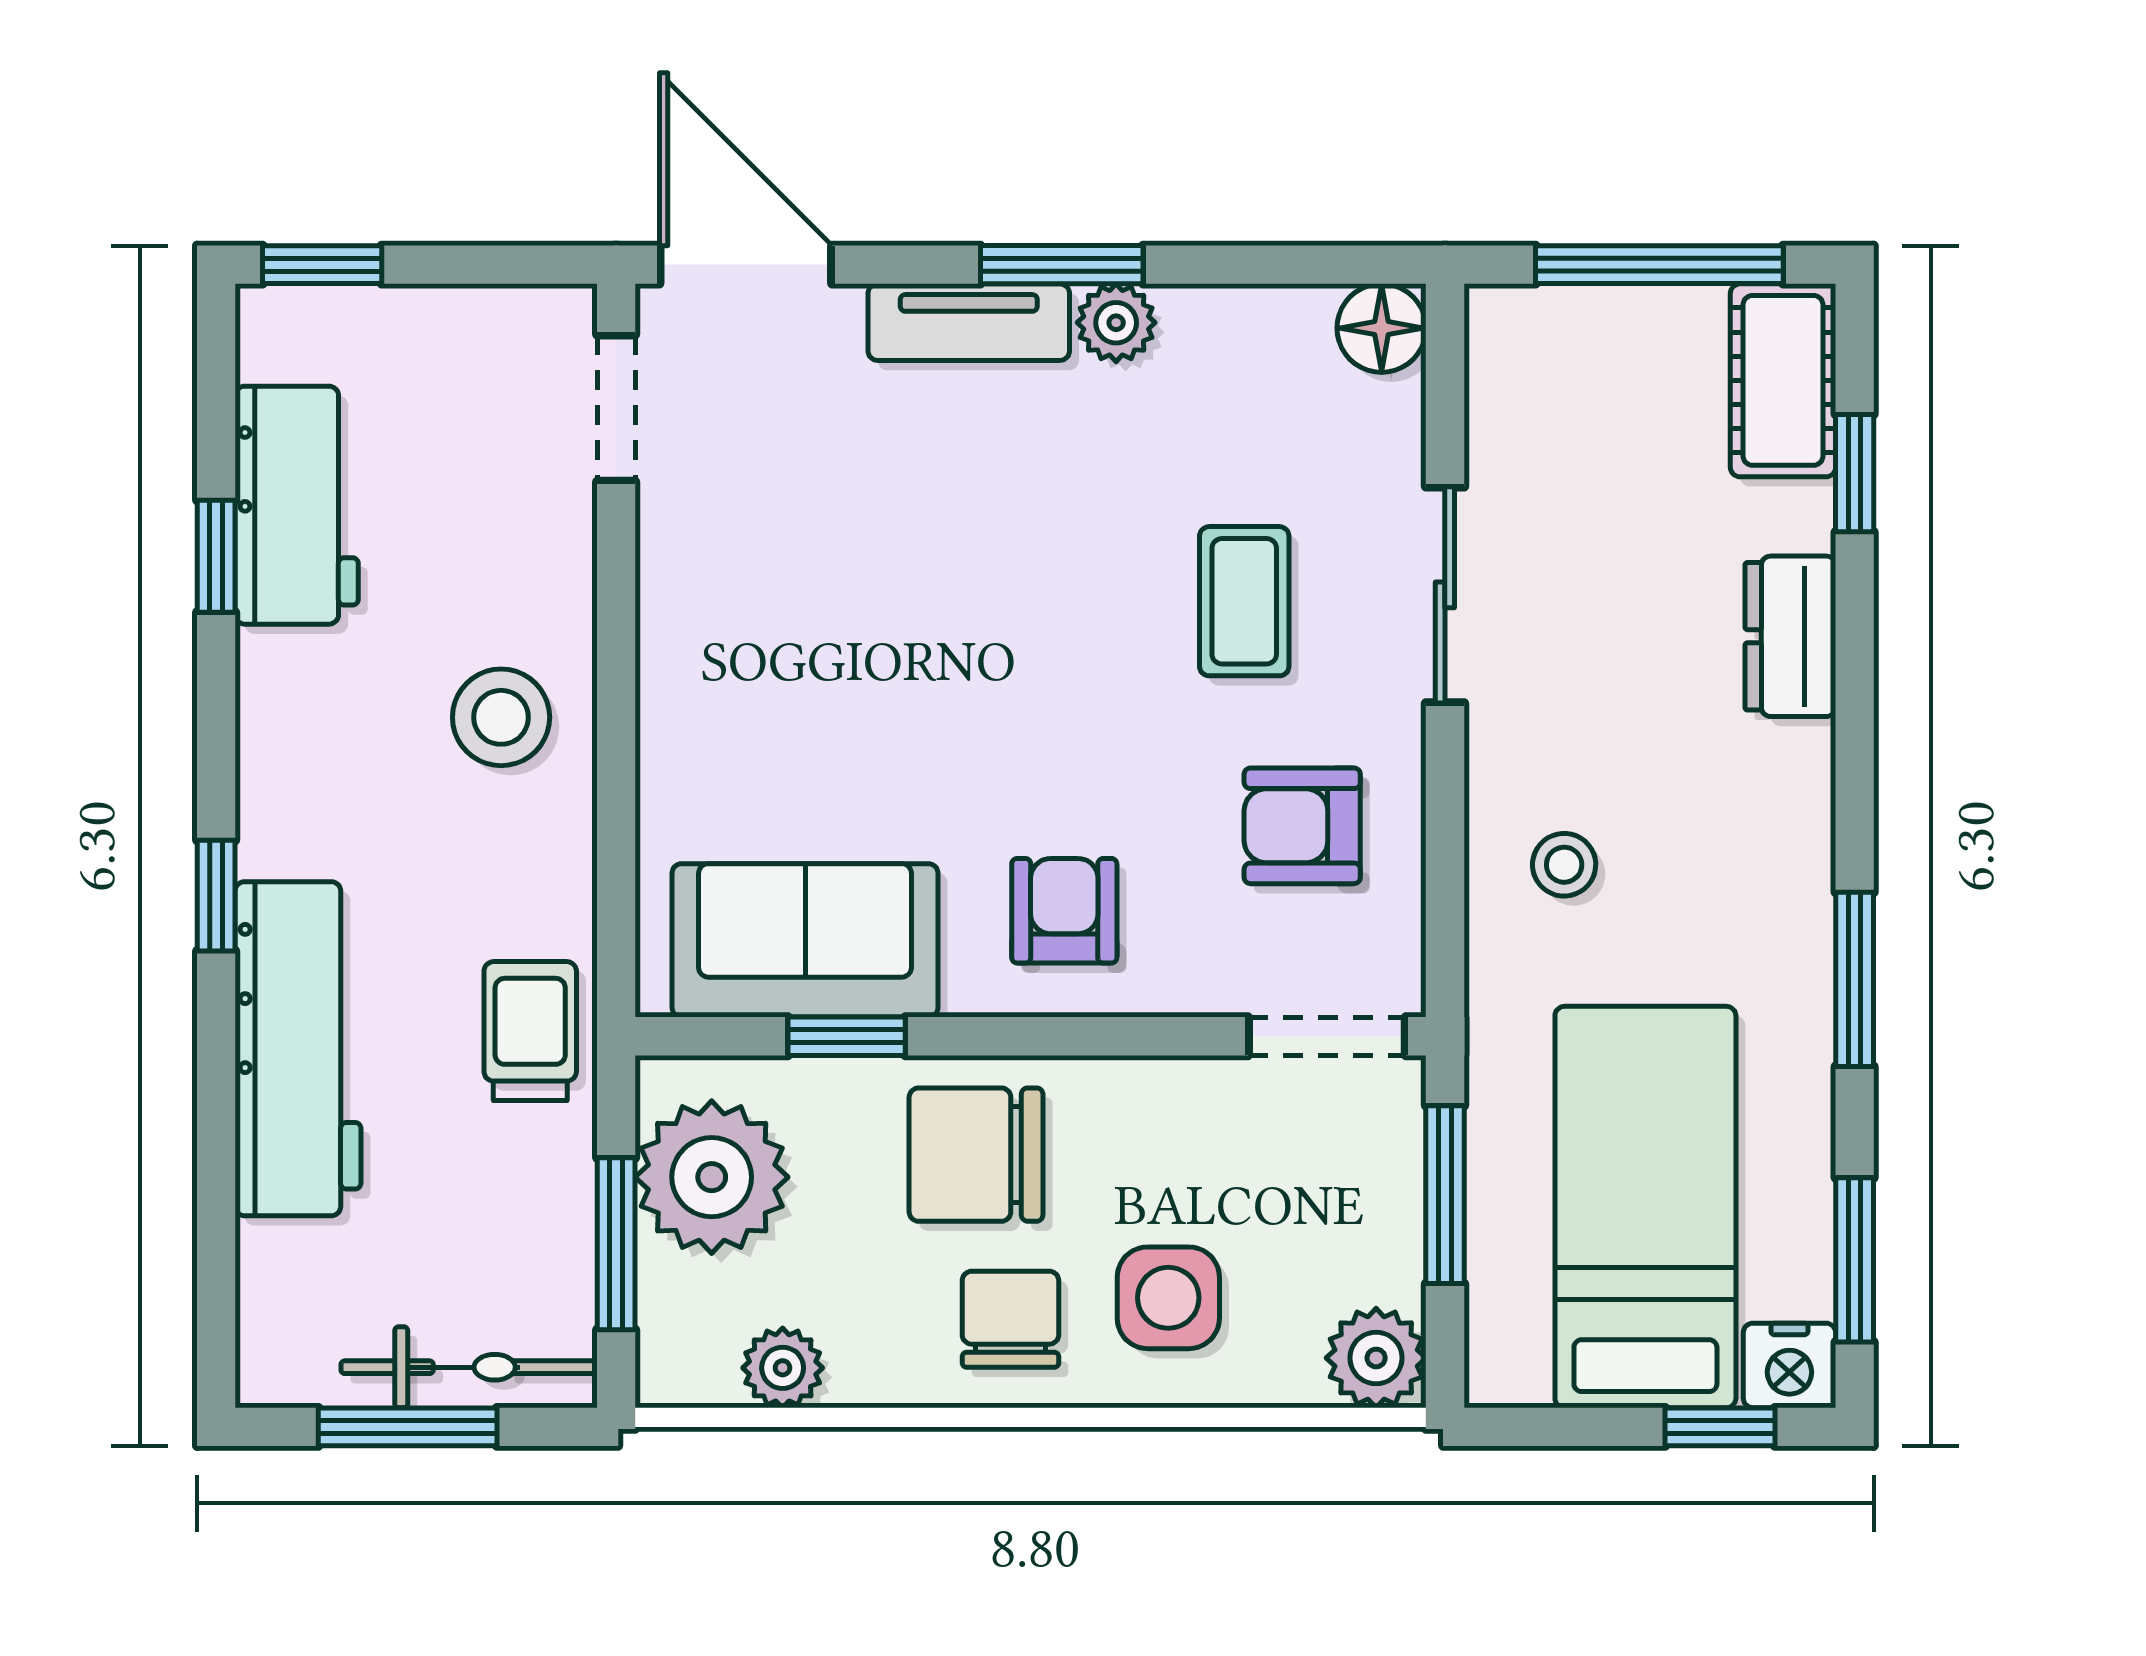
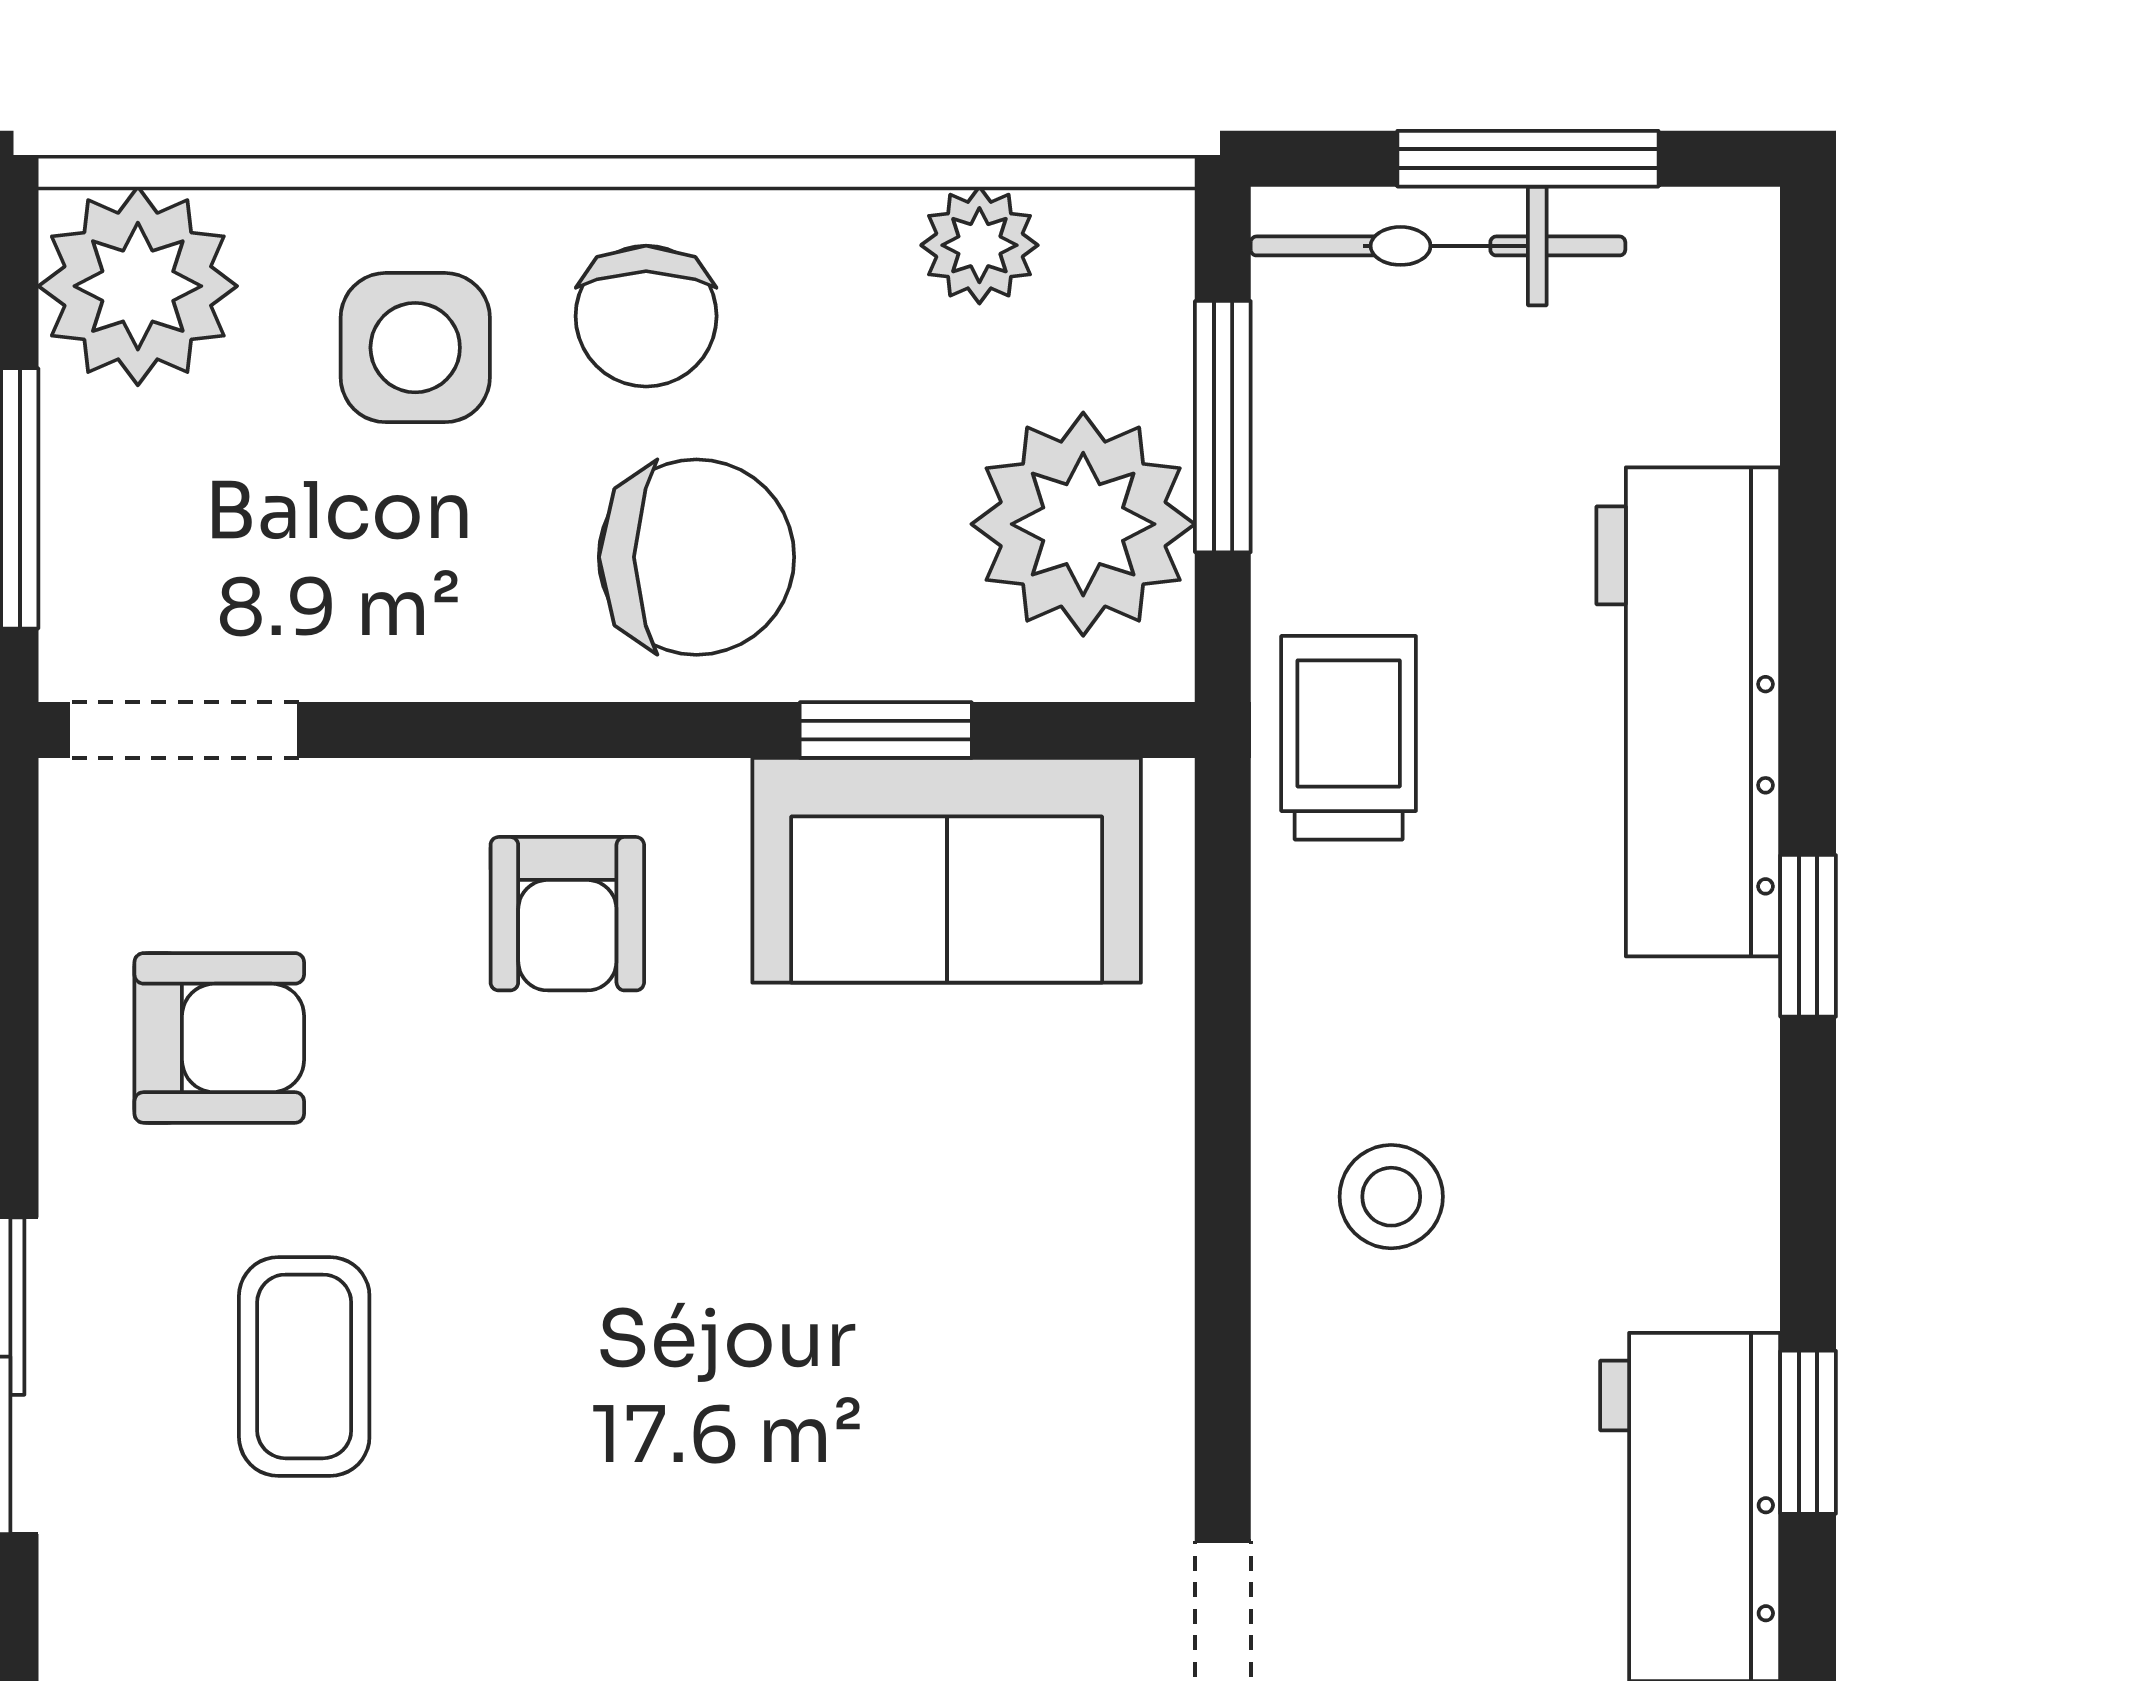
stool: (501, 717) -> (1391, 1197), width x0.73, depth x0.73
trolley: (530, 1031) -> (1349, 738), turned 180
plant: (1376, 1358) -> (138, 286), width x1.36, depth x1.36

